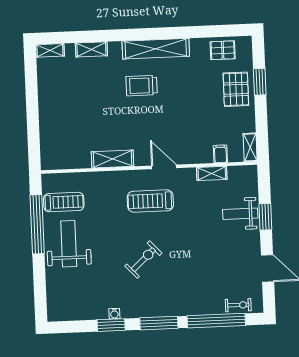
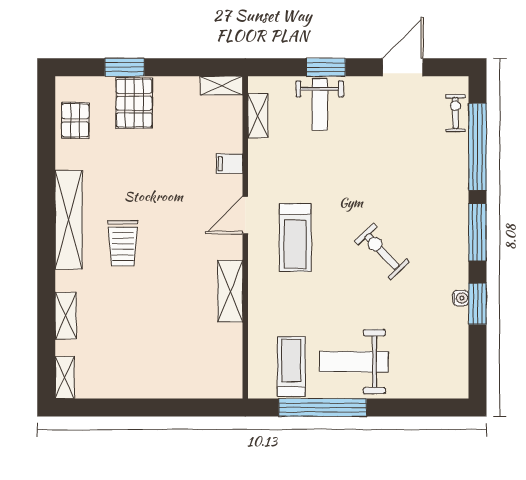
pallet: (236, 89) -> (134, 103), turned 90
filing cabinet: (220, 154) -> (229, 164), moved
shelving: (212, 173) -> (258, 116), moved

